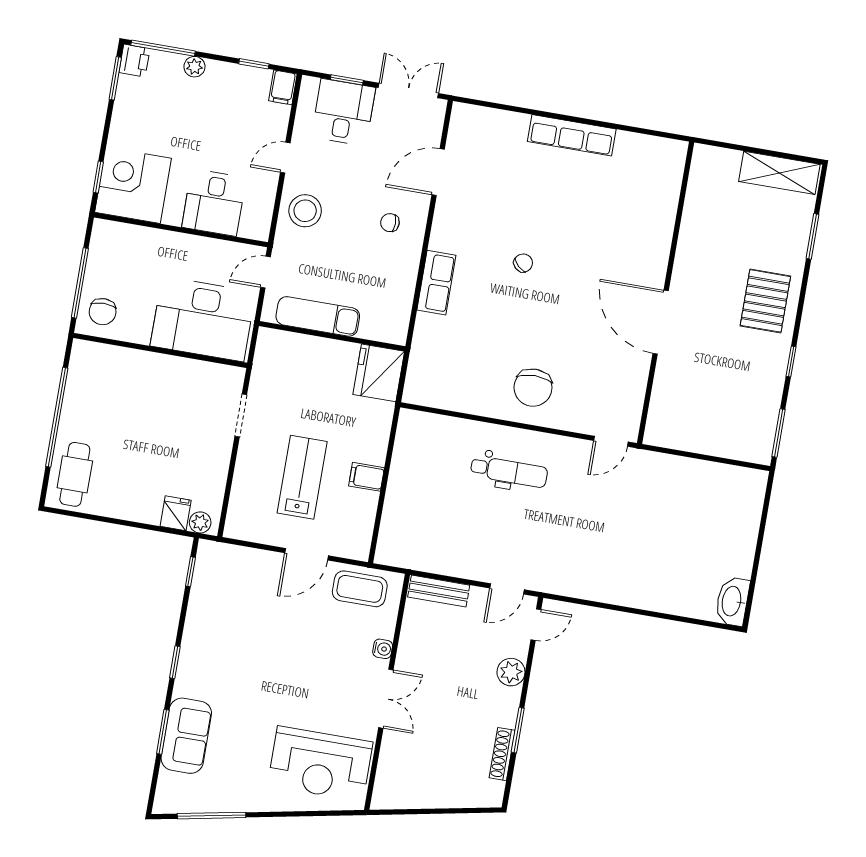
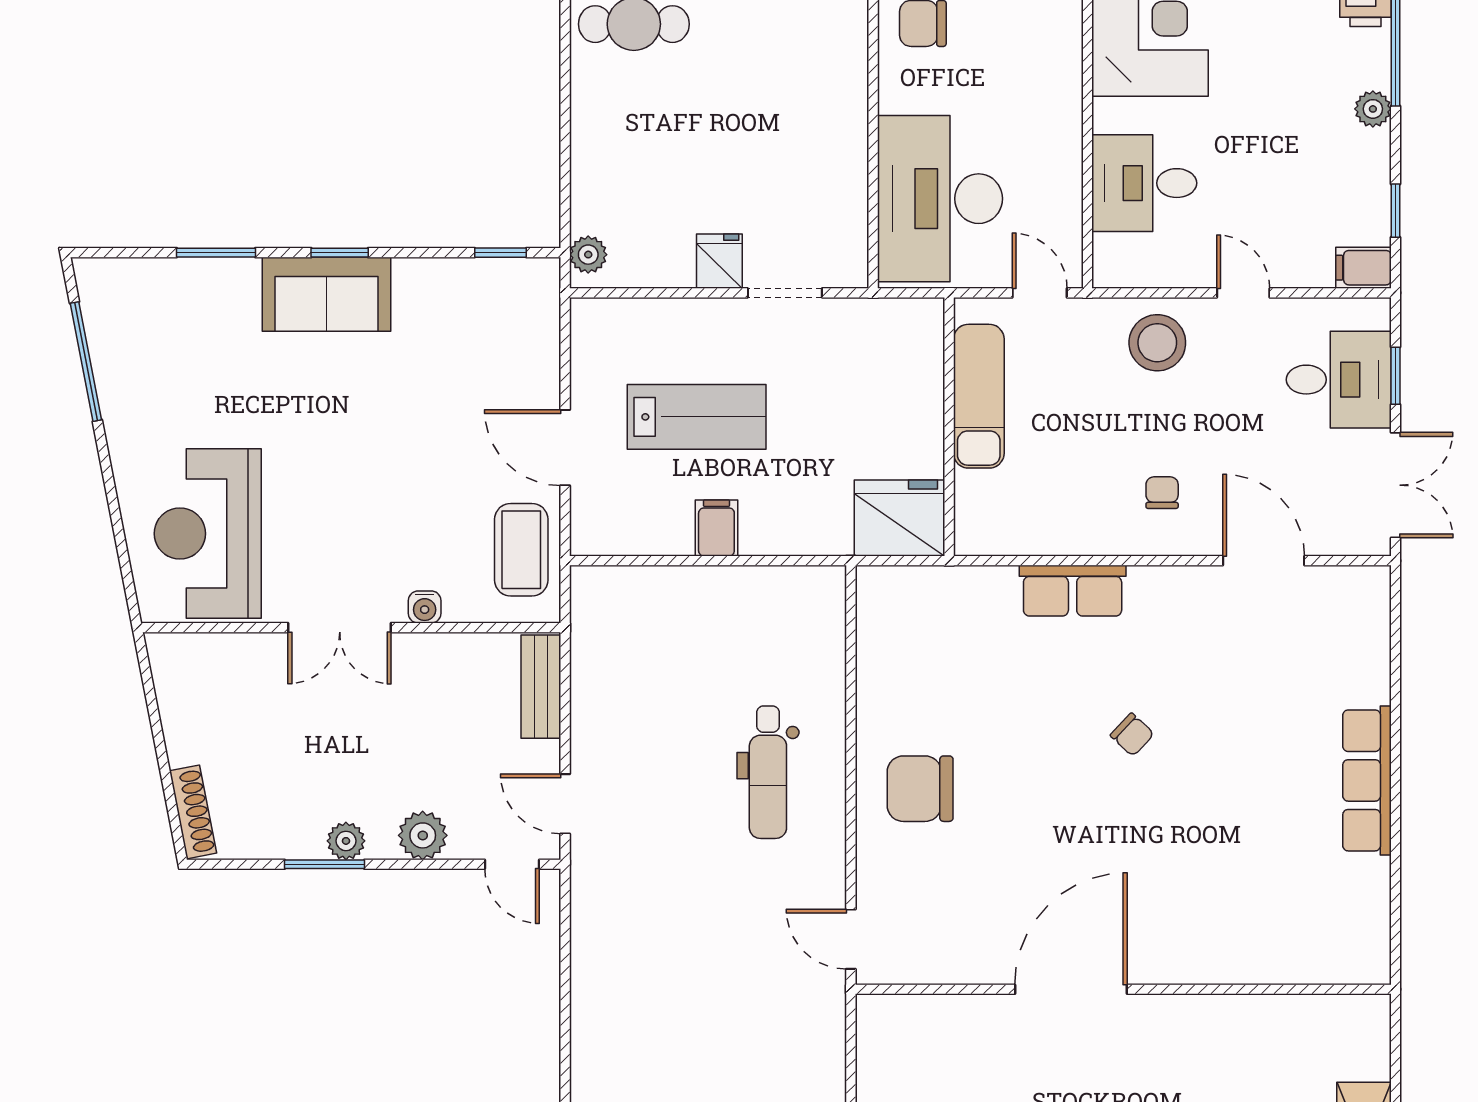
fridge: (176, 513) -> (719, 261), moved, turned -90
plant: (507, 716) -> (346, 841), added
sofa: (186, 736) -> (326, 294), moved
shoe rack: (502, 754) -> (193, 812), moved, turned 79

